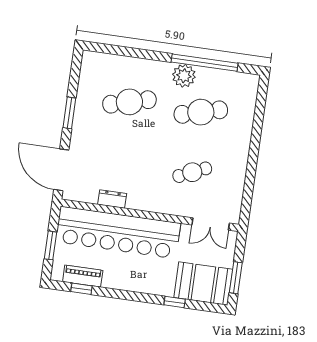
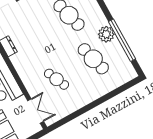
double door: (211, 224) -> (36, 111), swing flipped

